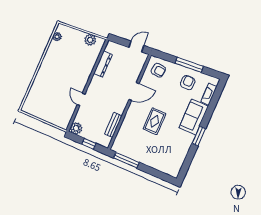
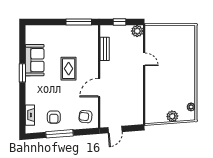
plant: (90, 40) -> (172, 116), moved
dresser: (103, 64) -> (138, 100), removed
sofa: (194, 117) -> (35, 60), moved

